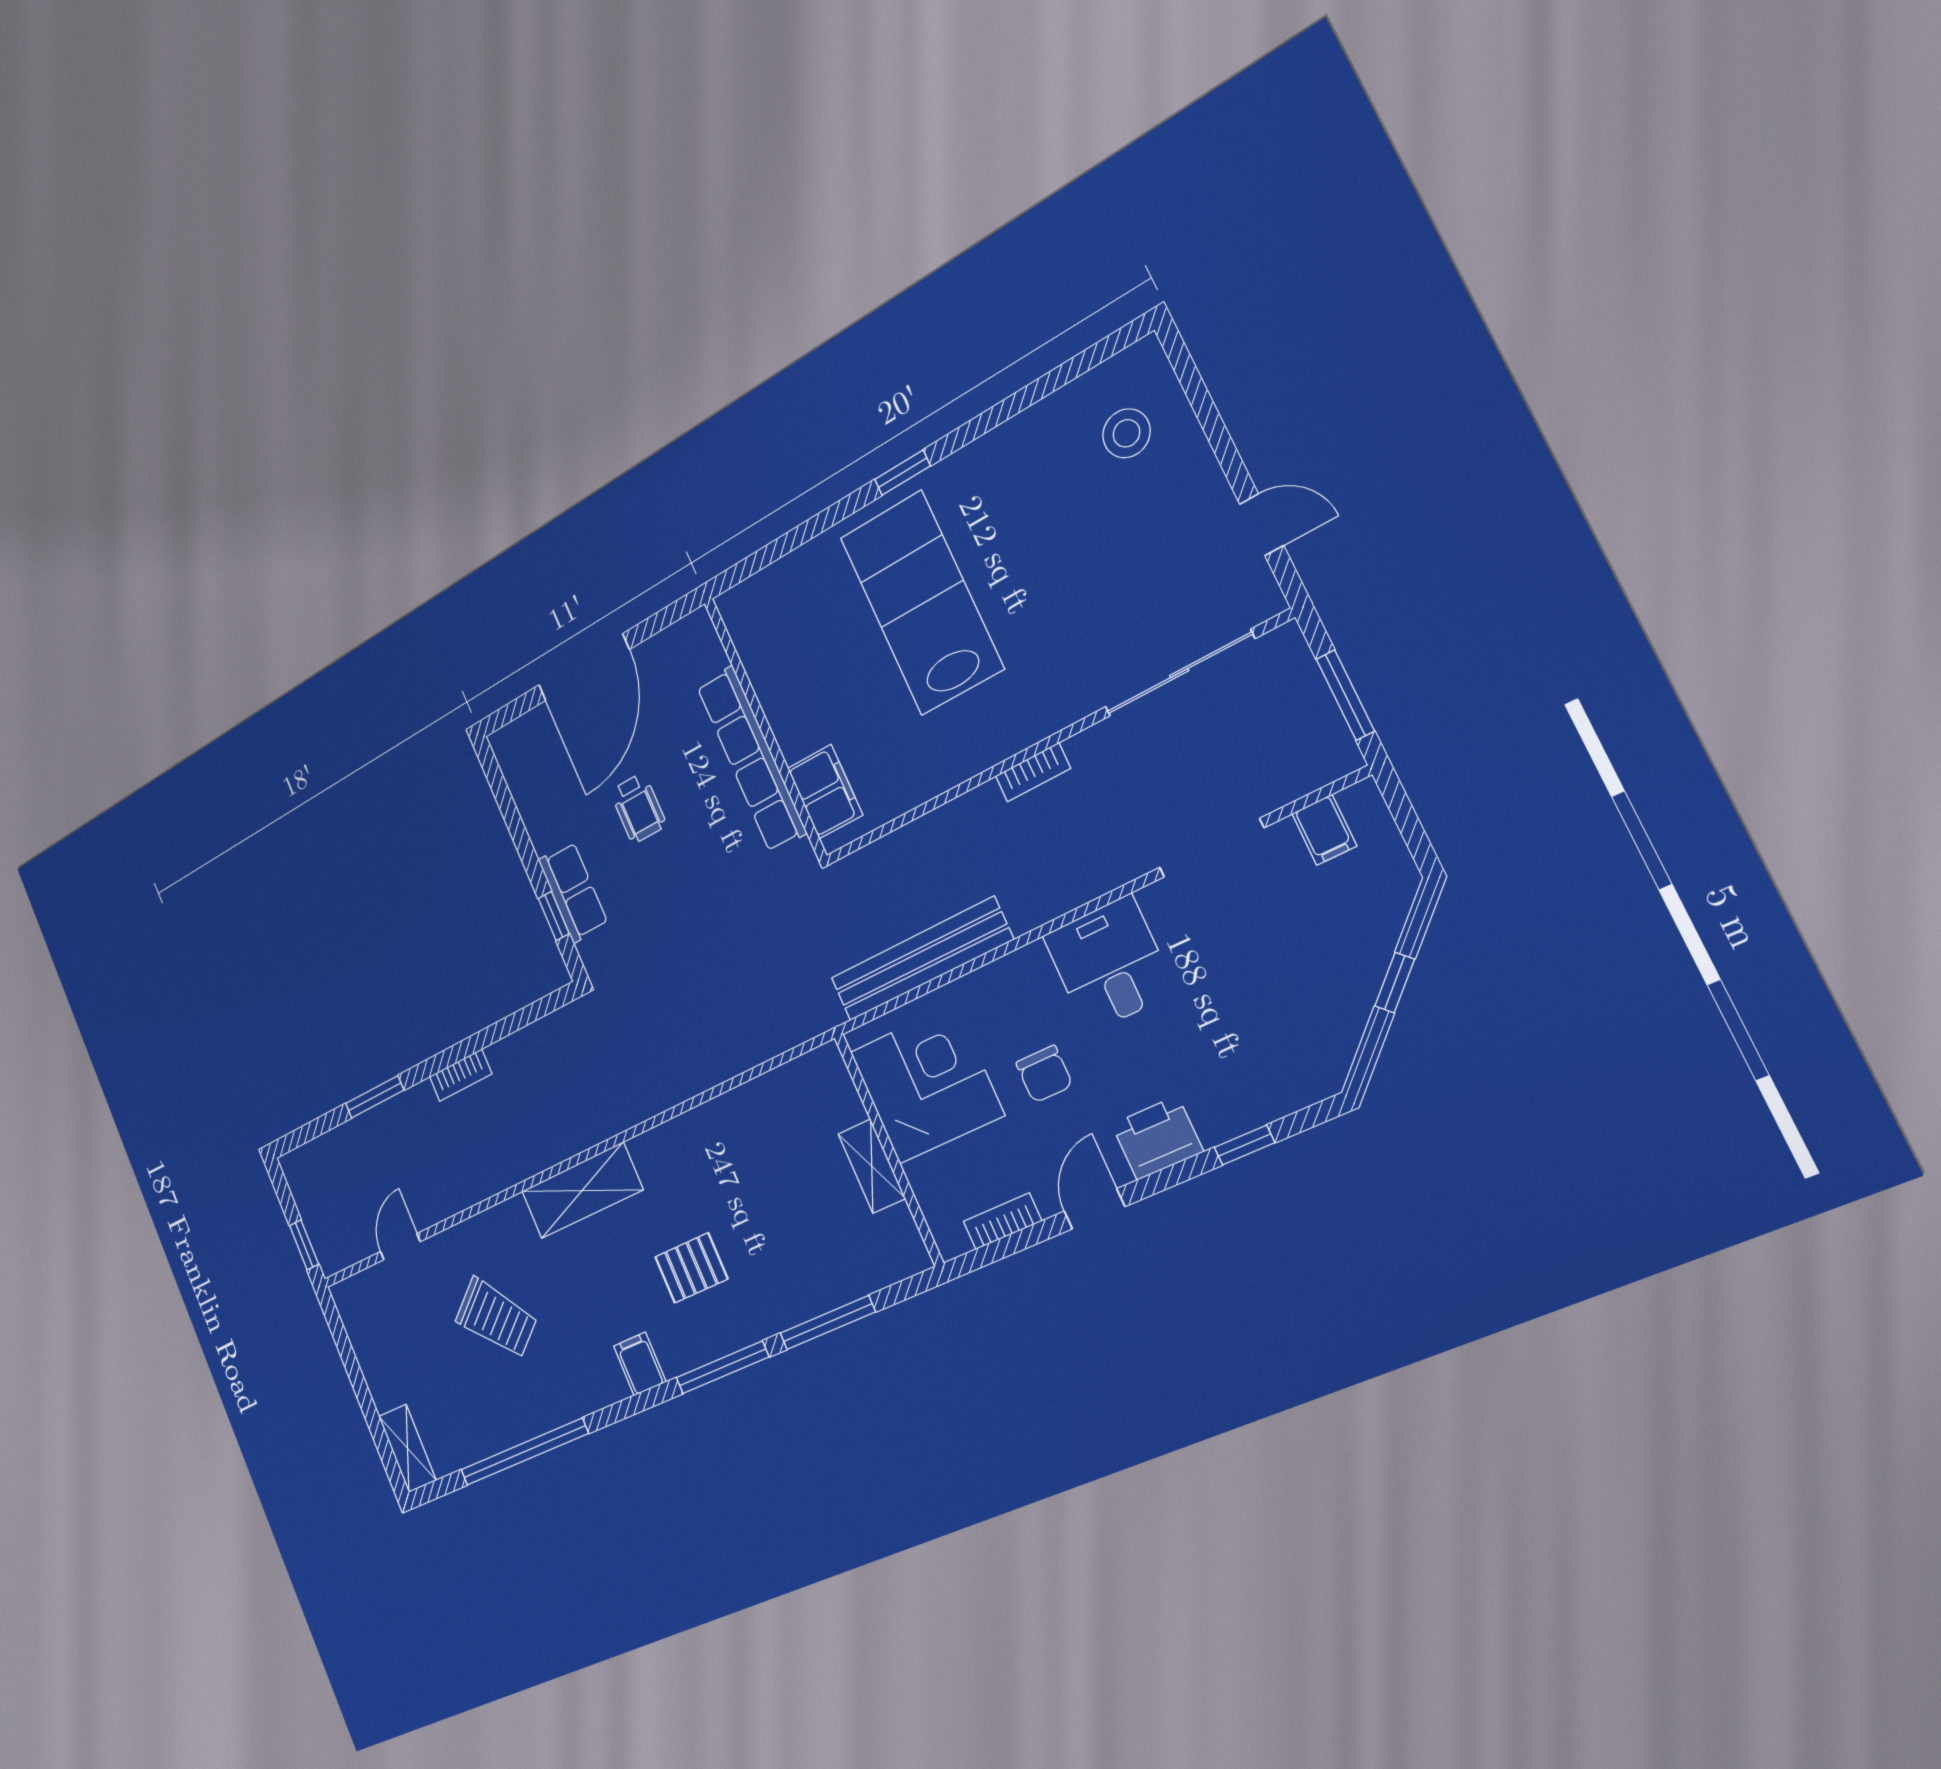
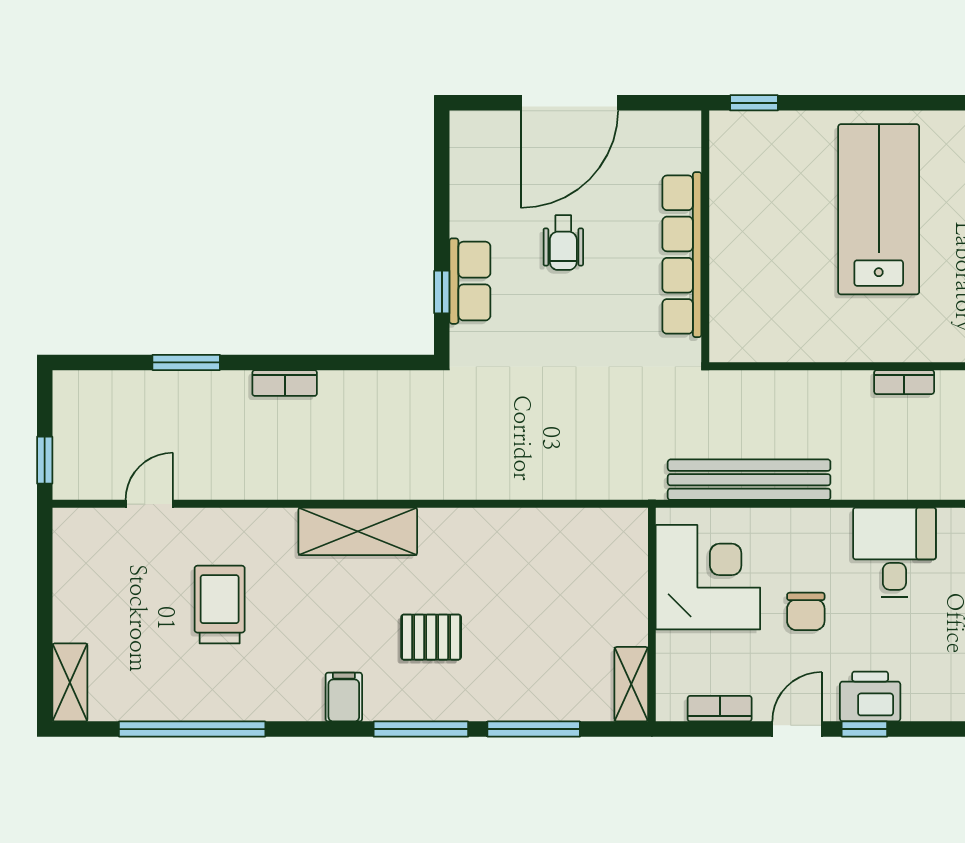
window: (903, 473) -> (754, 103), moved
filing cabinet: (825, 792) -> (732, 312), removed
window: (1244, 1145) -> (864, 729), moved
shelving: (872, 1166) -> (631, 684), moved
trolley: (496, 1318) -> (220, 605), turned -140

